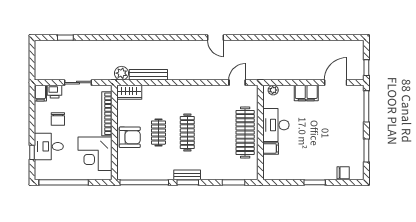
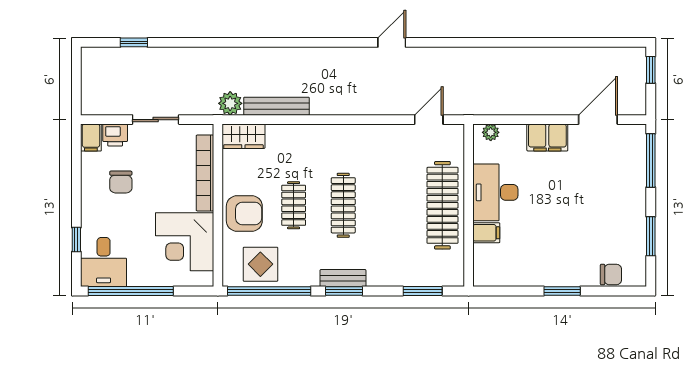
door: (216, 38) -> (392, 42), swing flipped
window: (366, 68) -> (651, 70), moved
desk: (49, 146) -> (104, 262), moved, turned -90
display table: (139, 167) -> (260, 264), added

